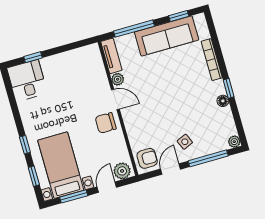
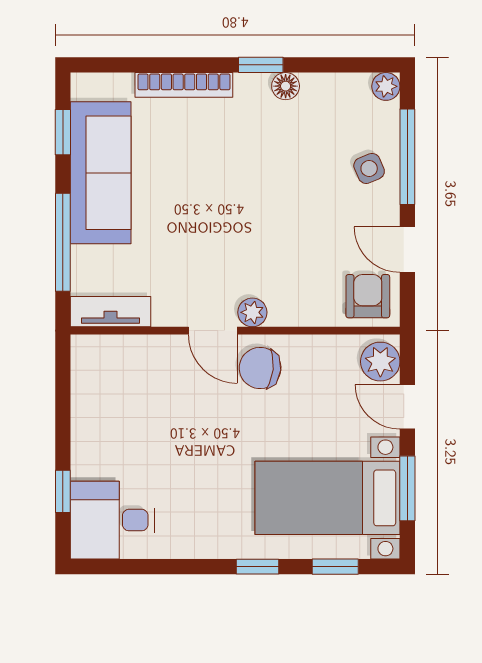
plant: (118, 79) -> (252, 312), moved
door: (115, 99) -> (213, 331), swing flipped
chair: (106, 123) -> (260, 368), turned 96
side table: (185, 142) -> (369, 168), moved

